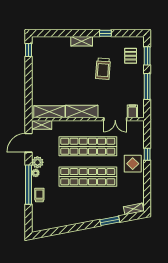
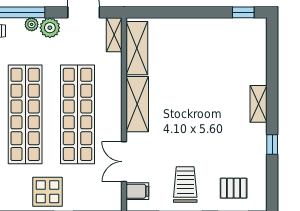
trolley: (103, 69) -> (185, 185), moved, turned 86

